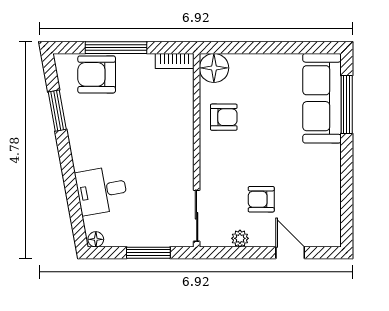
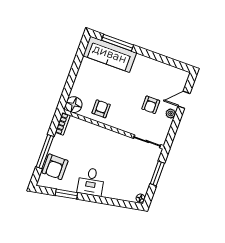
desk: (102, 190) -> (91, 182), moved
plant: (240, 238) -> (171, 113), moved

